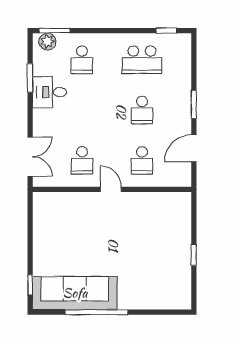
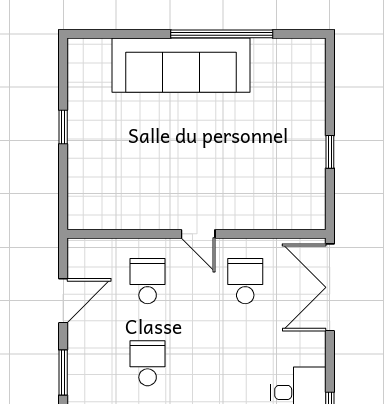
double door: (30, 157) -> (330, 287), width x1.37
window: (30, 285) -> (330, 152), moved
sofa: (75, 293) -> (181, 65), moved

